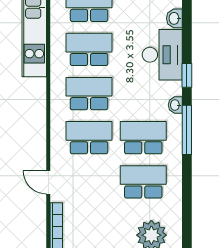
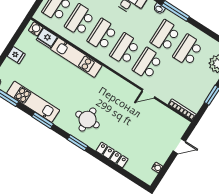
door: (48, 183) -> (148, 94), moved

